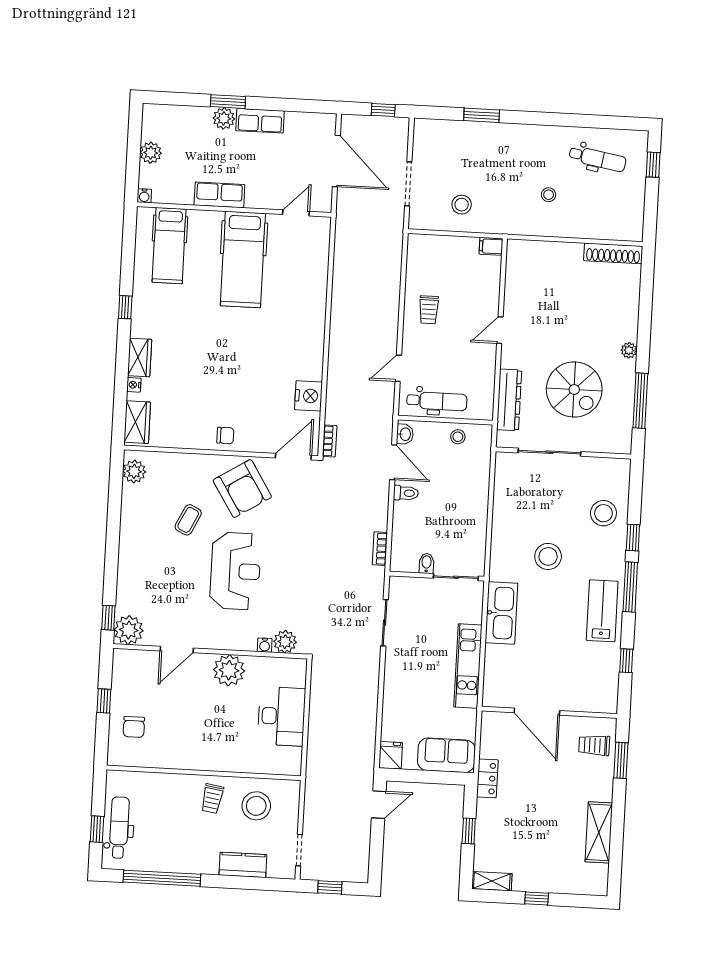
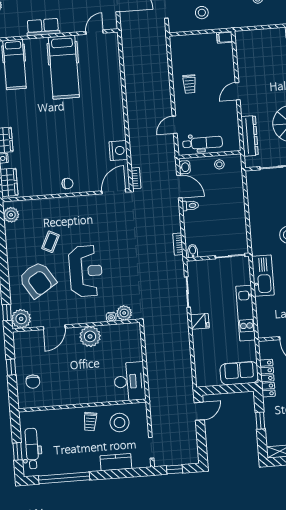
armchair: (242, 489) -> (38, 280), moved
bidet: (426, 563) -> (193, 251), moved
desk: (281, 716) -> (130, 381), moved
fridge: (391, 755) -> (200, 321), moved, turned 90
locker: (487, 778) -> (267, 378), width x1.53

